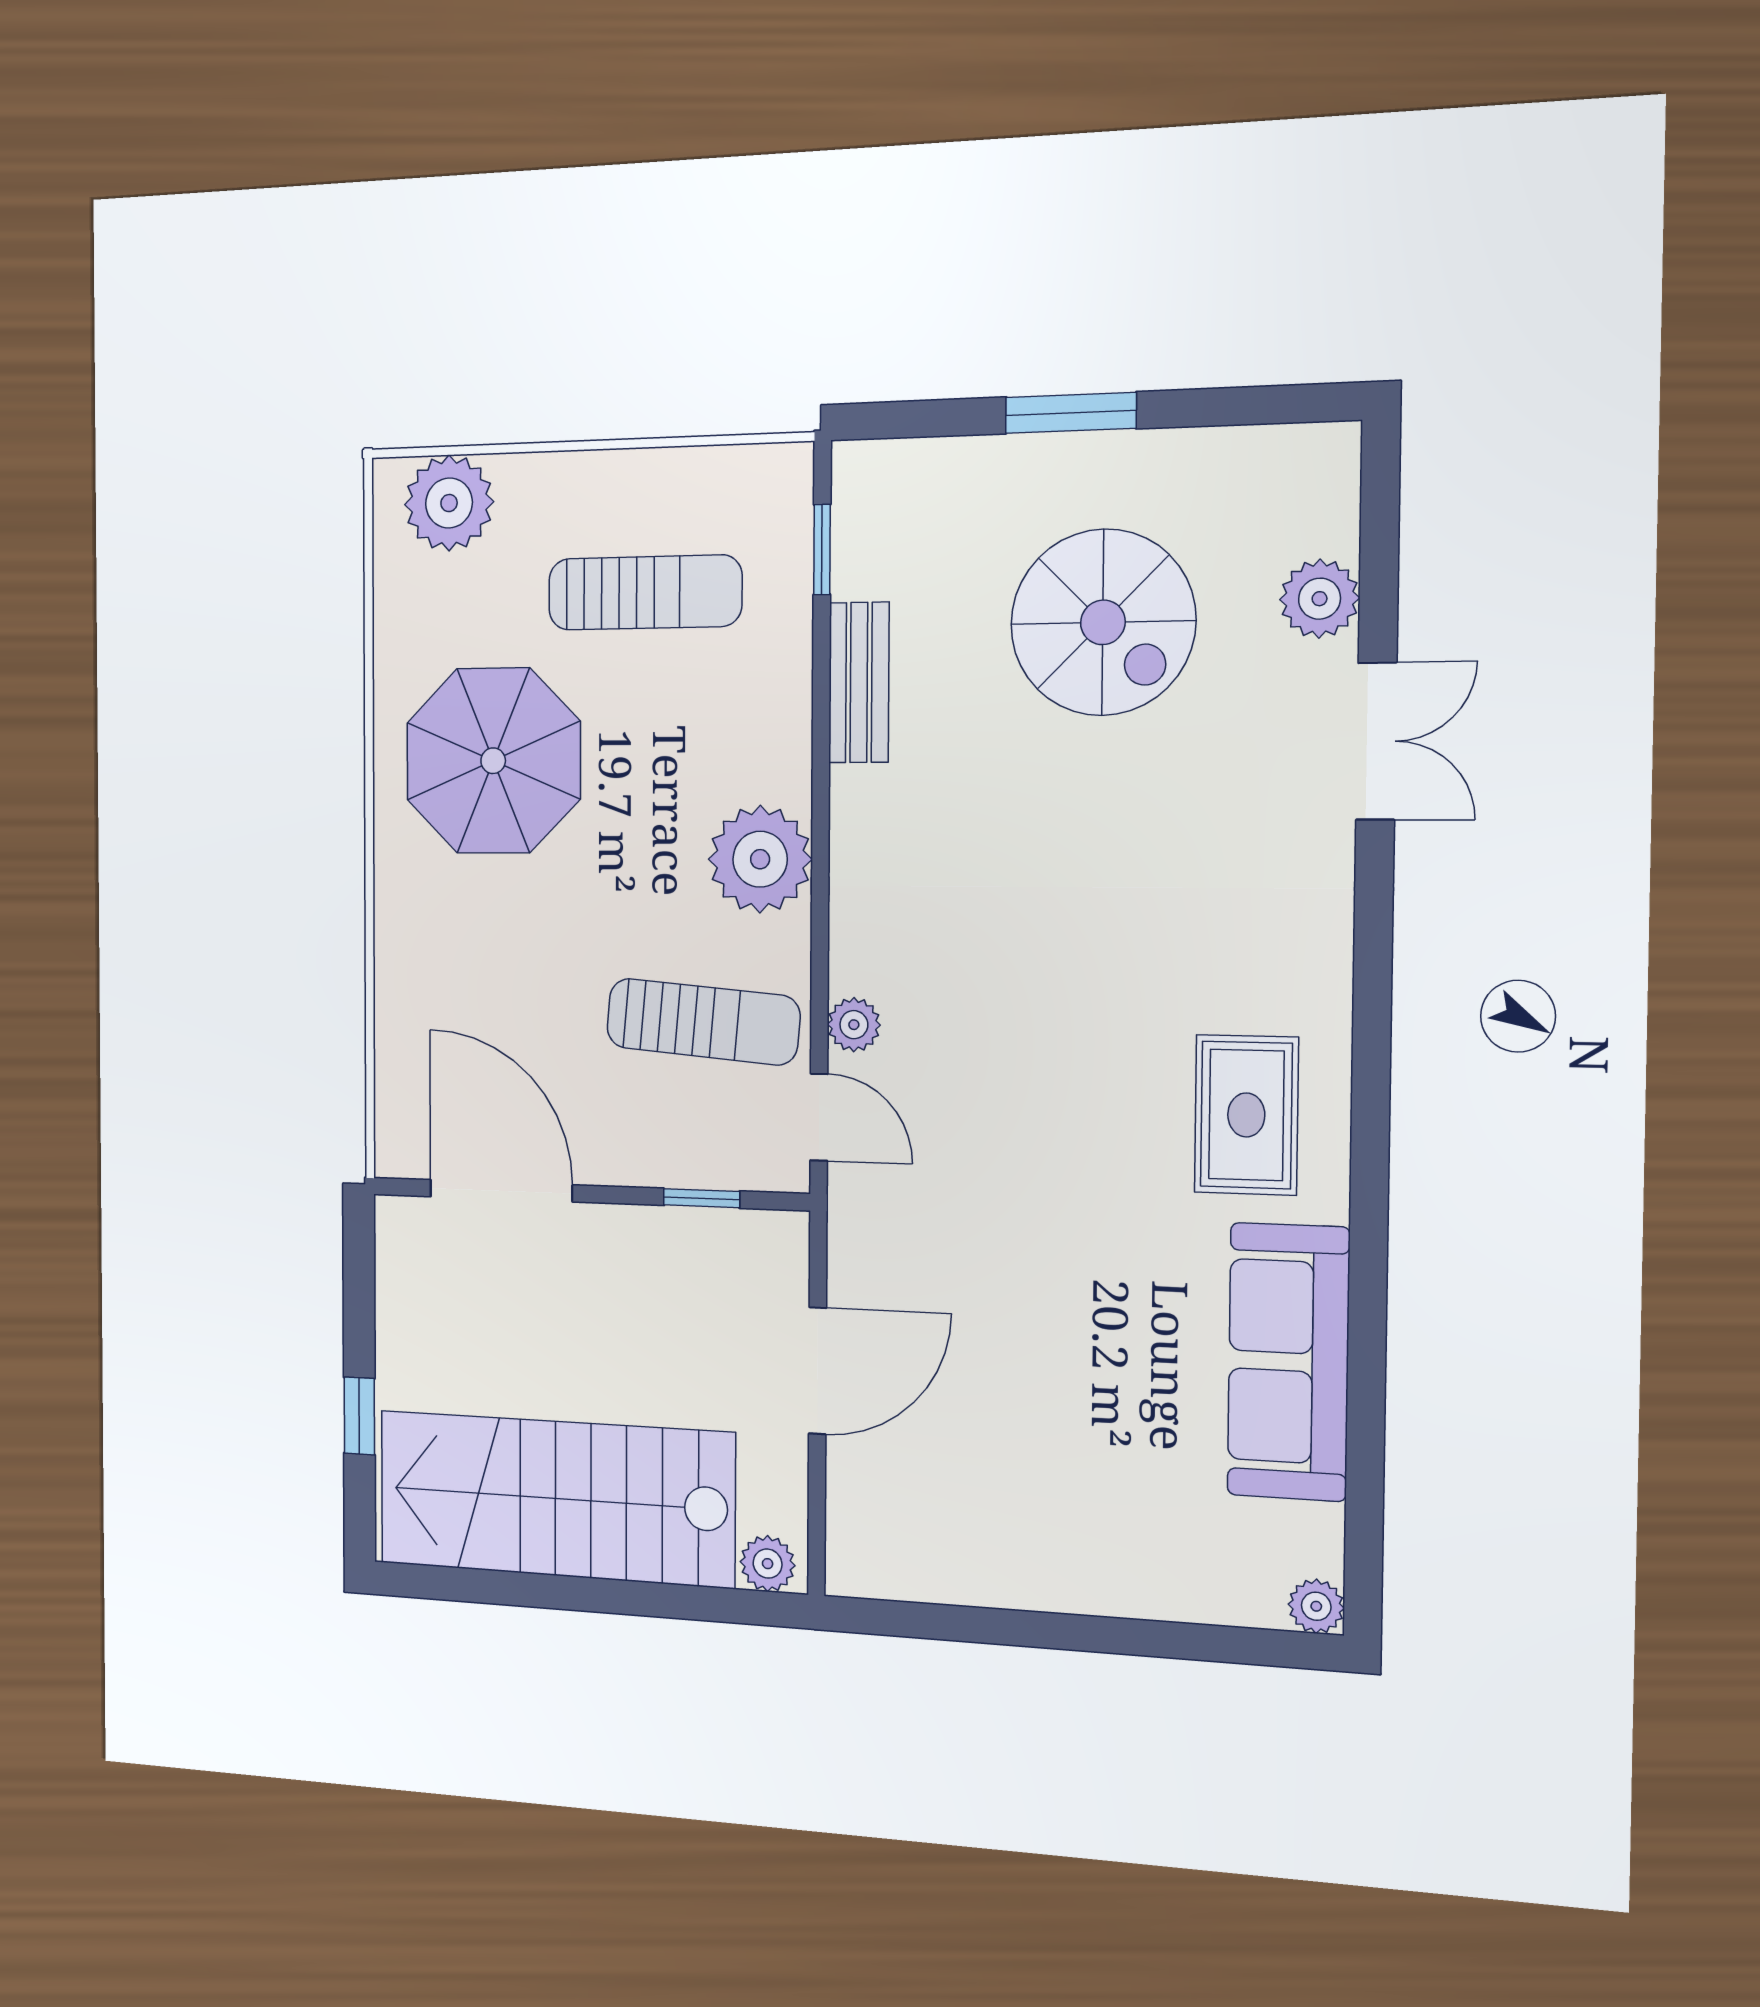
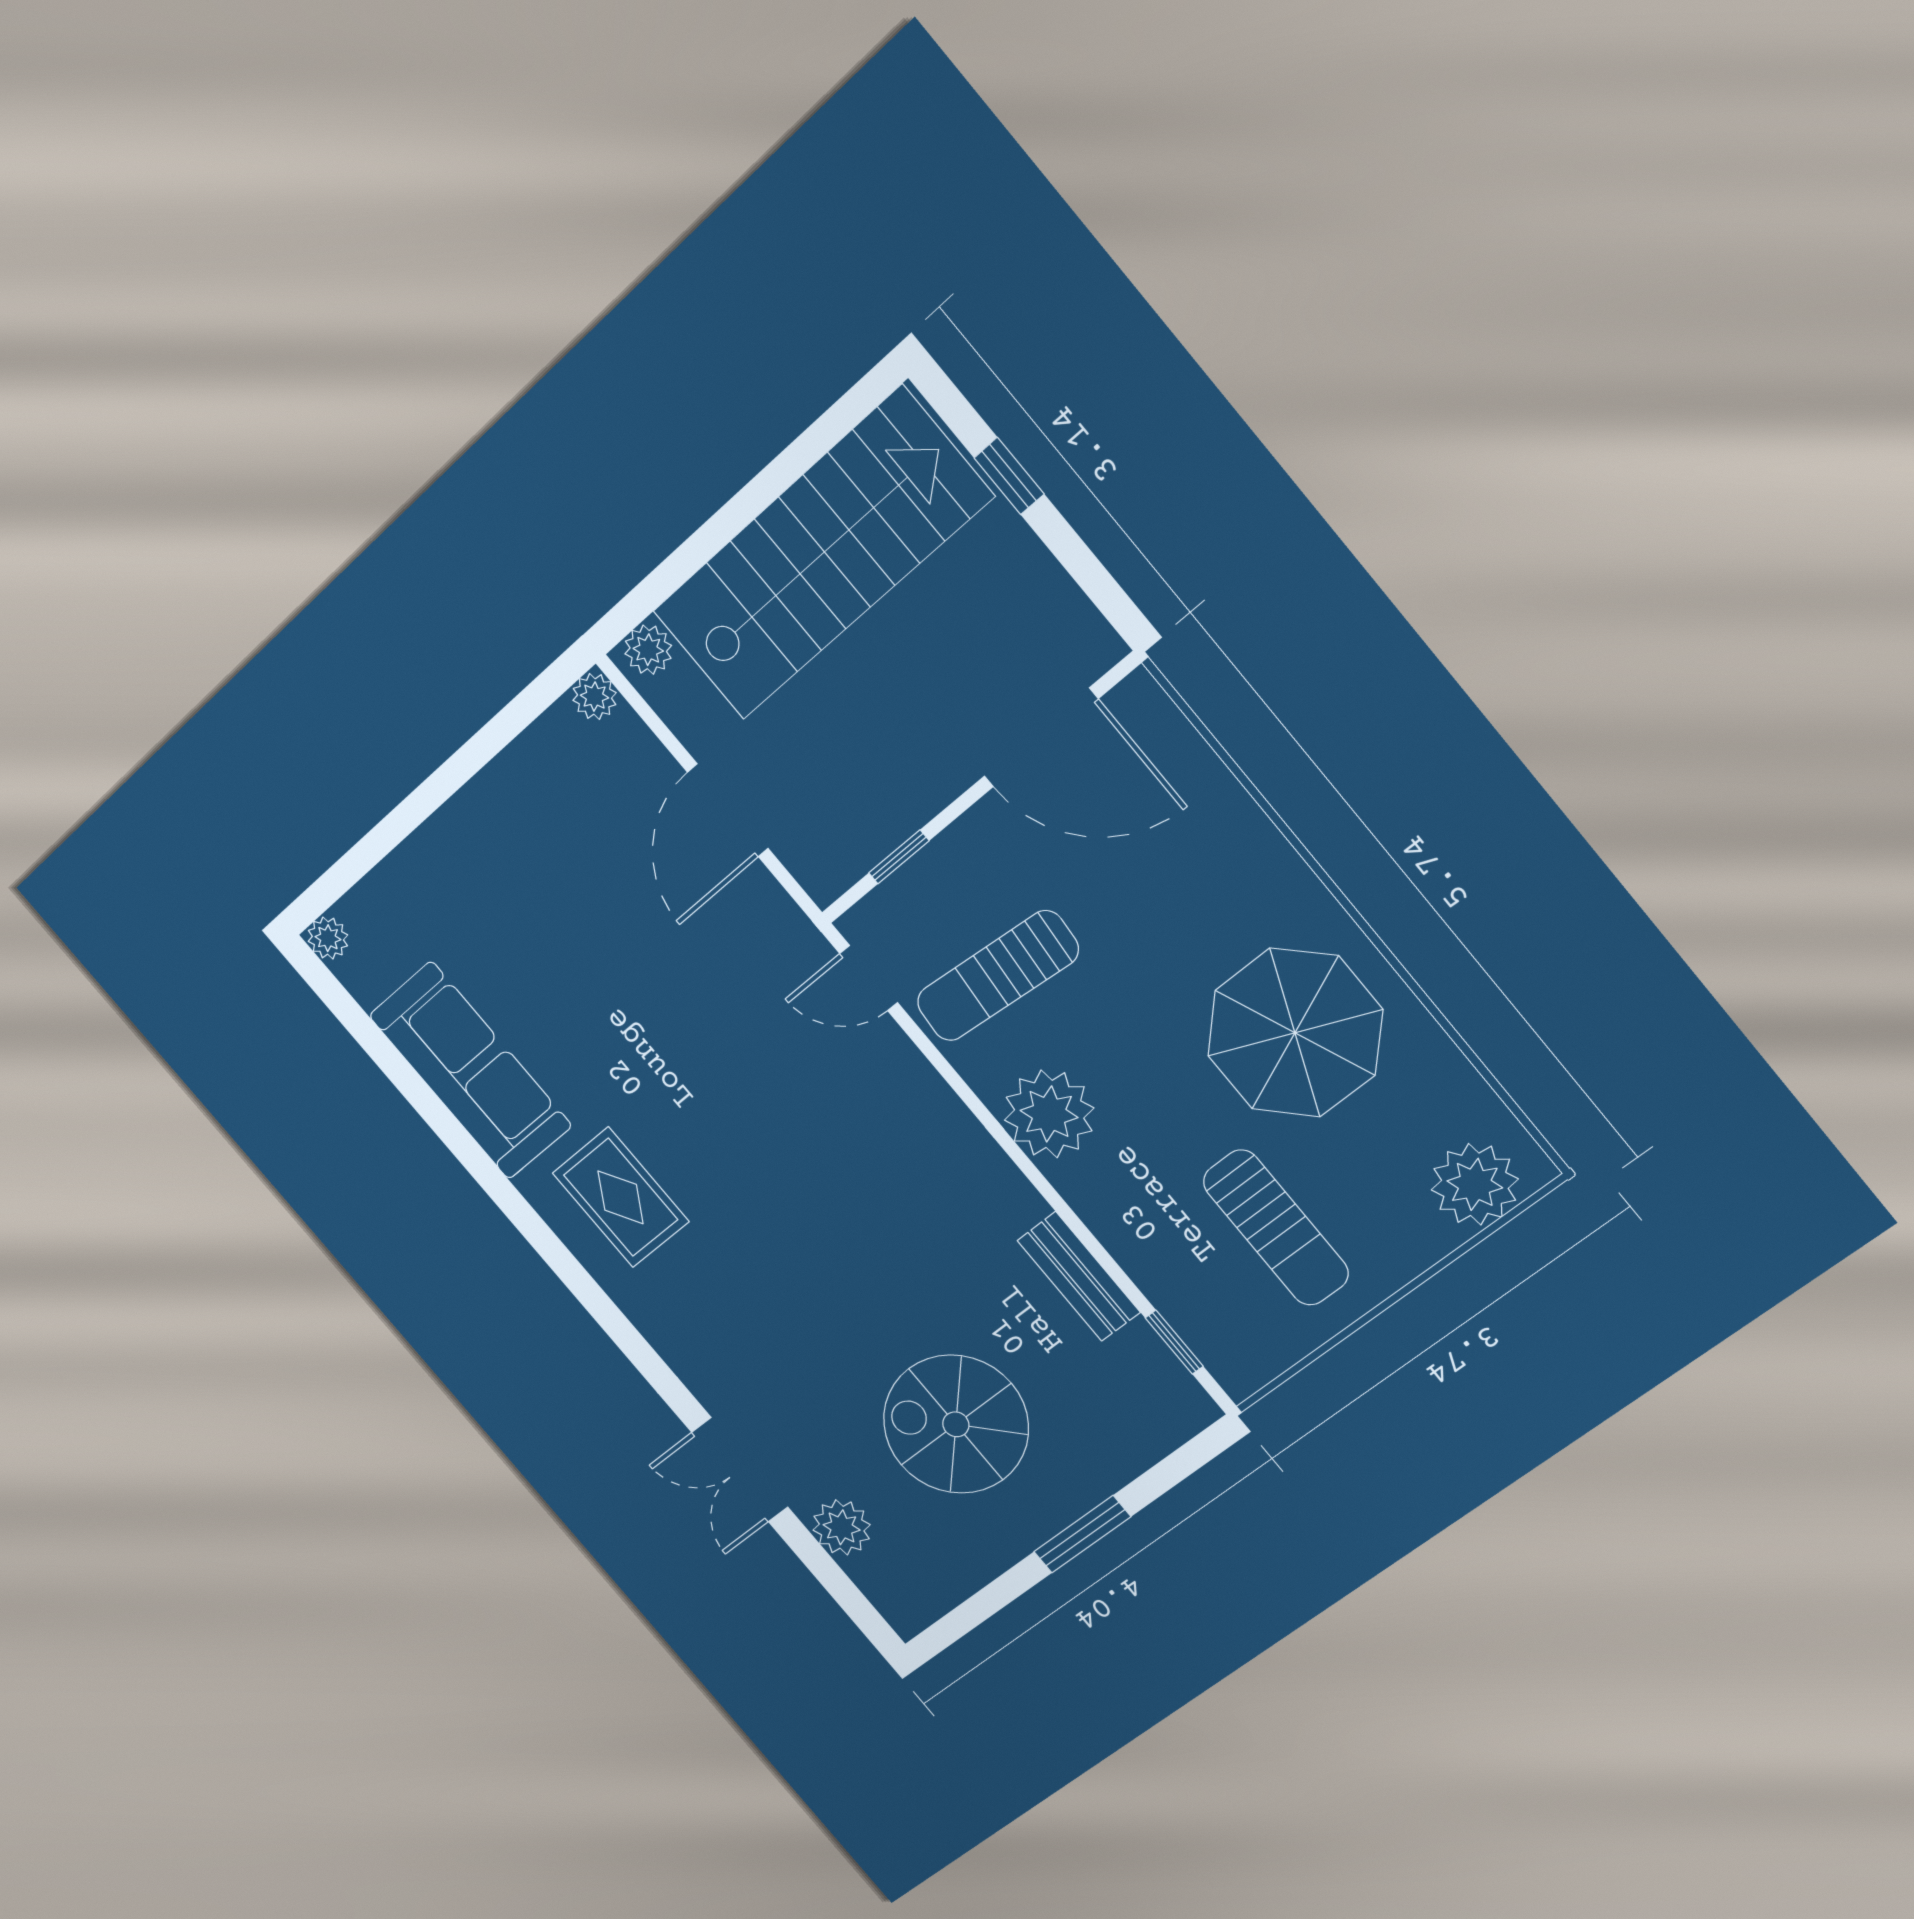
sun lounger: (645, 593) -> (1276, 1228), turned -90
plant: (854, 1025) -> (594, 697), moved

